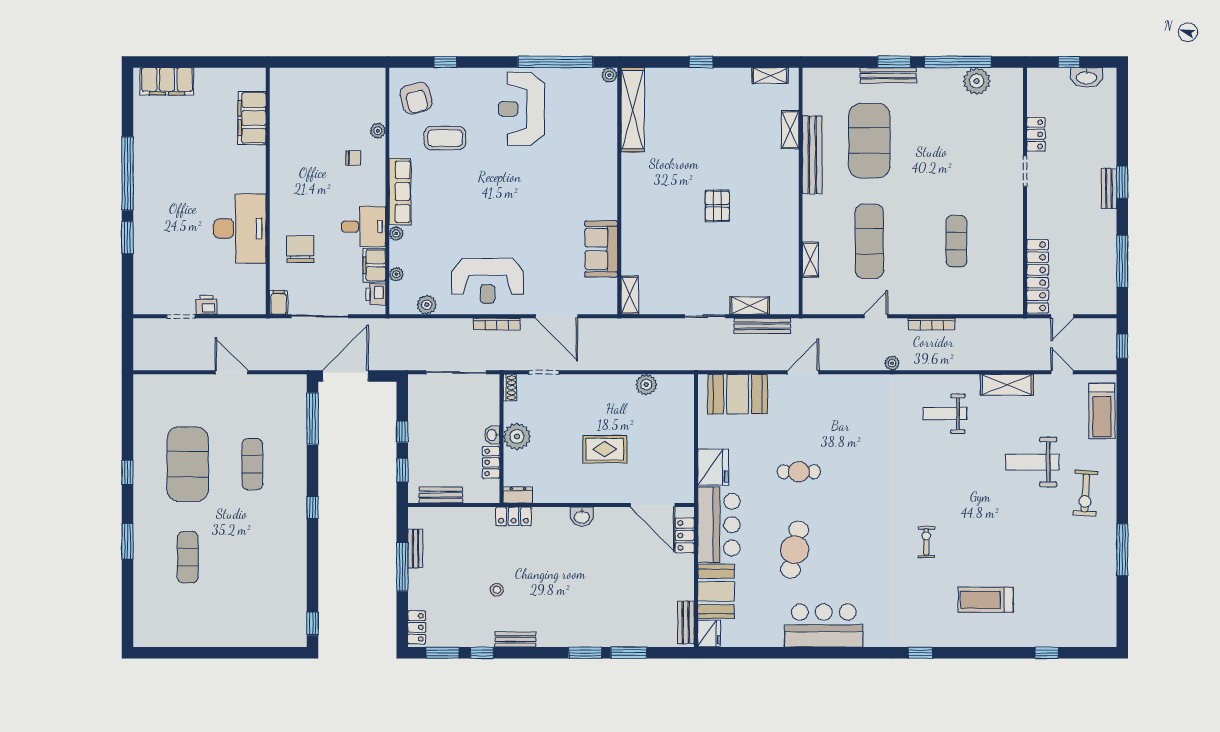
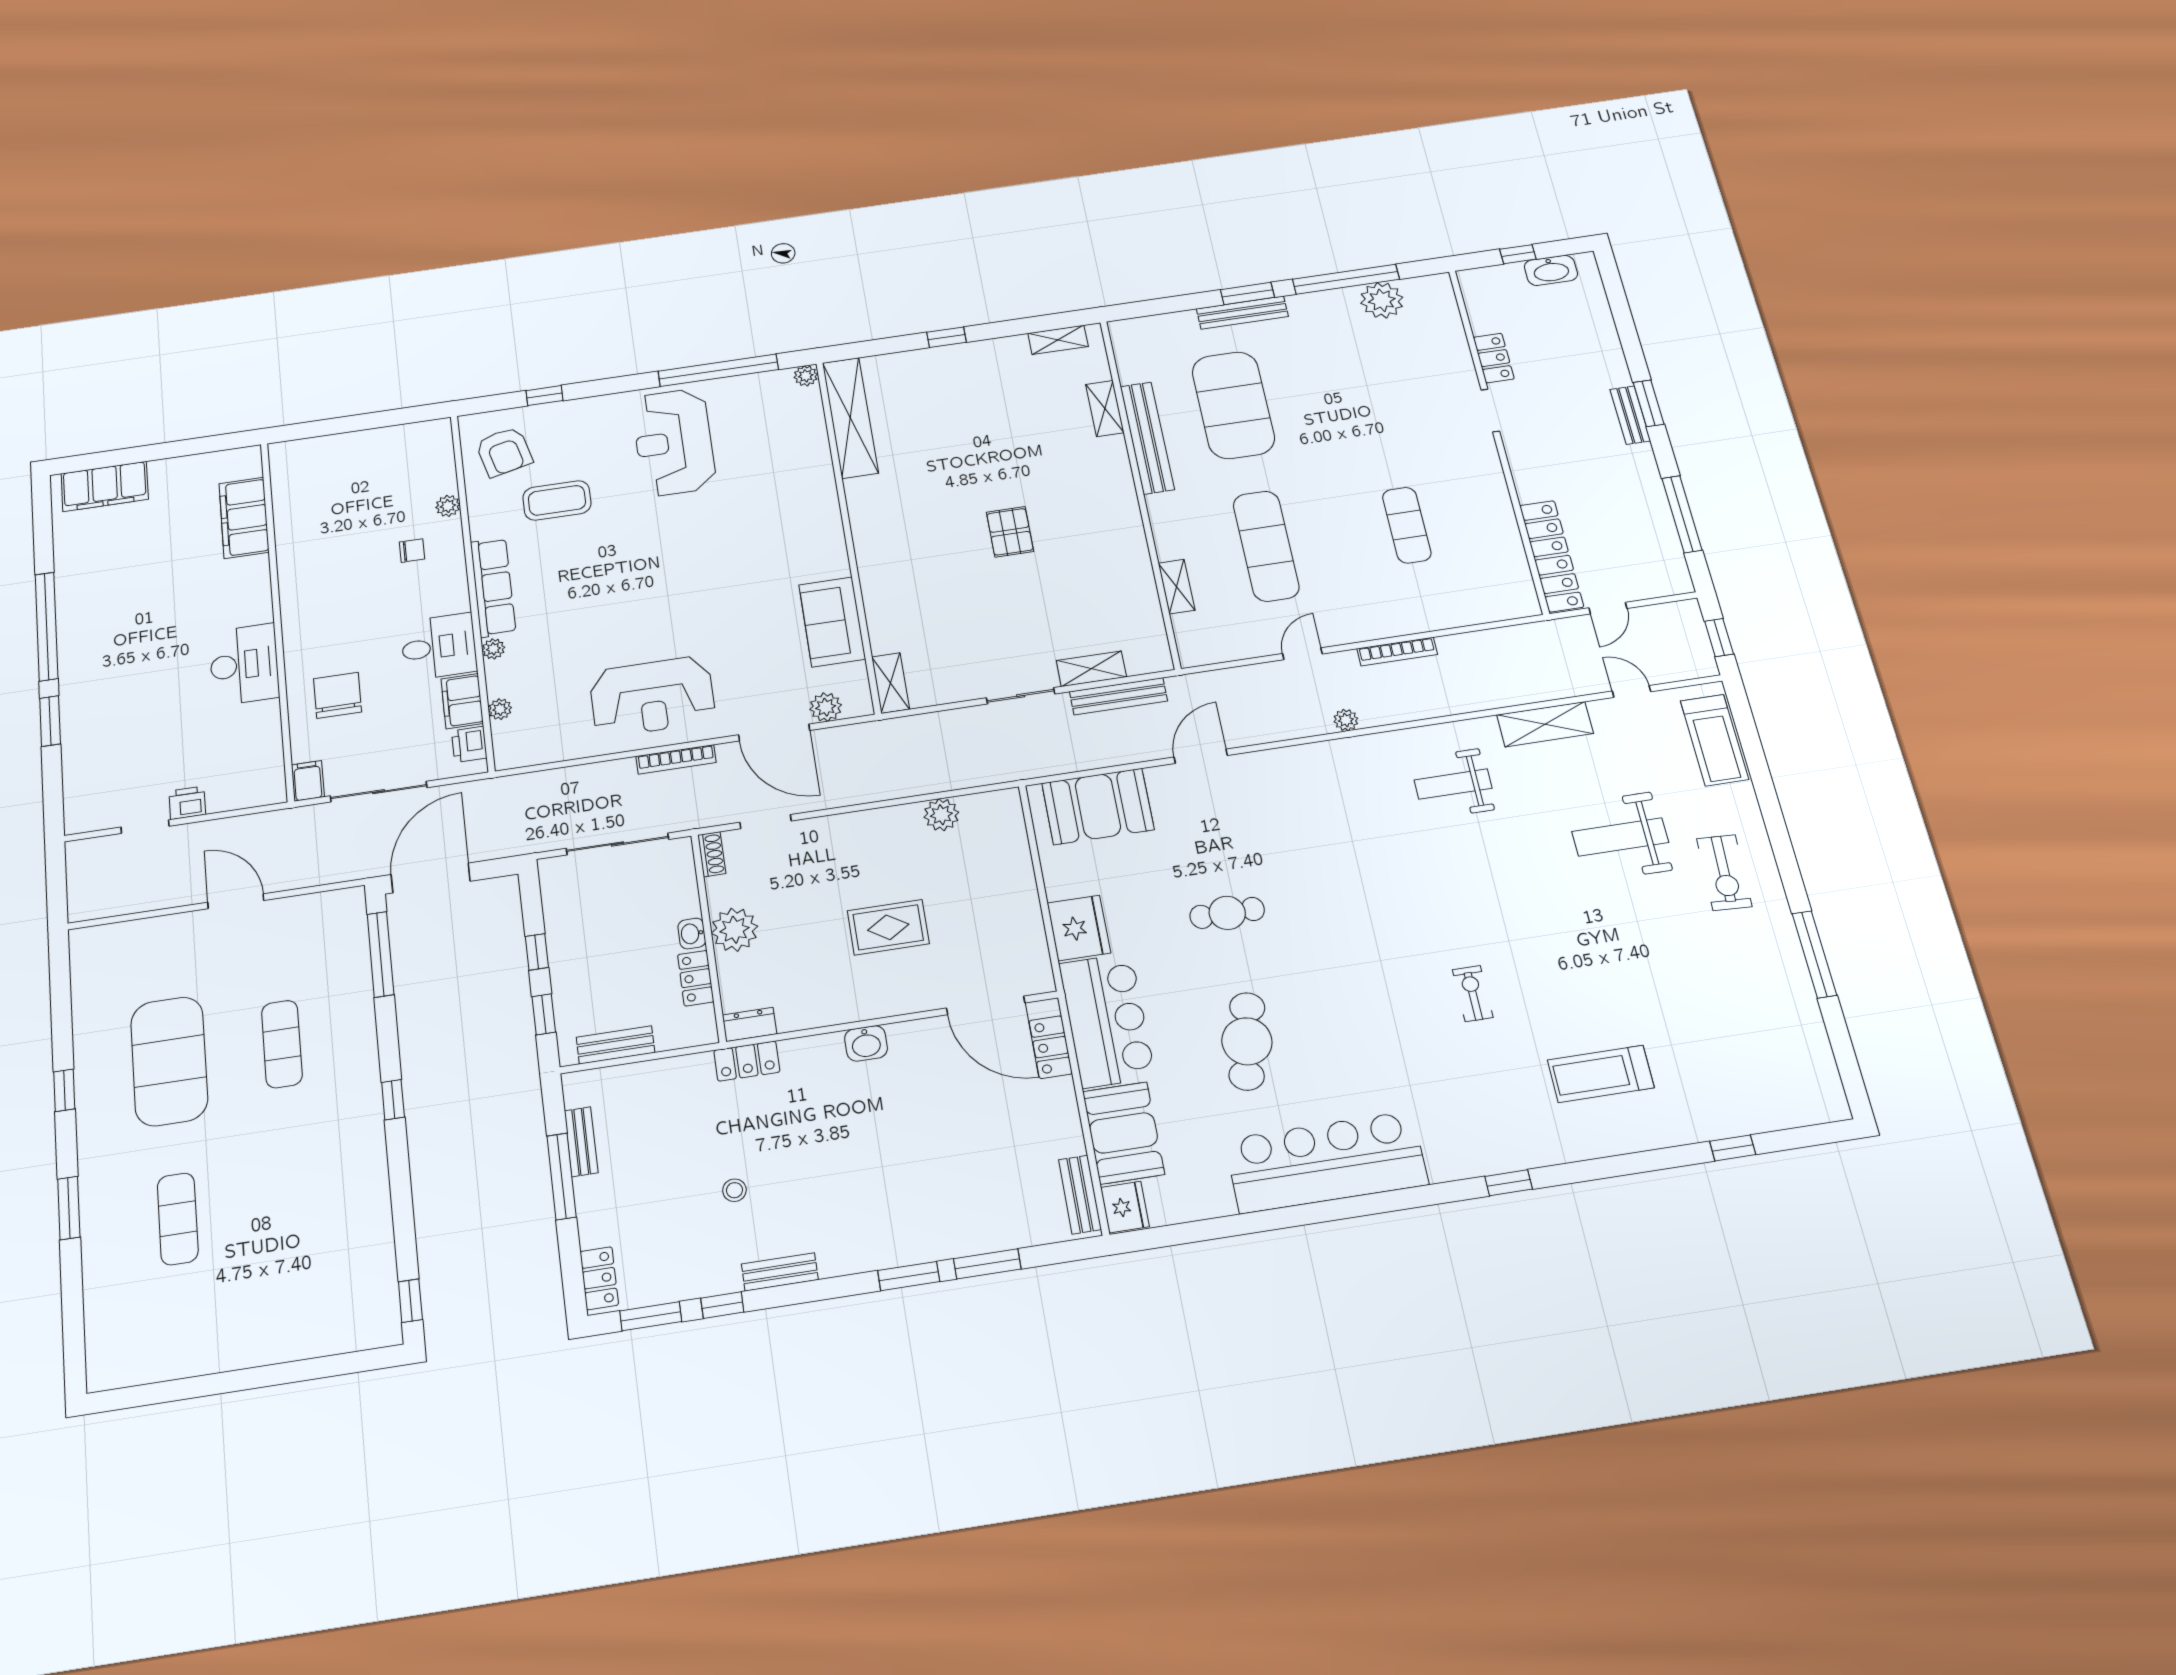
desk: (240, 229) -> (244, 664), width x0.73, depth x0.77
plant: (427, 305) -> (826, 707), moved
bar counter: (824, 625) -> (1326, 1162), width x1.36

